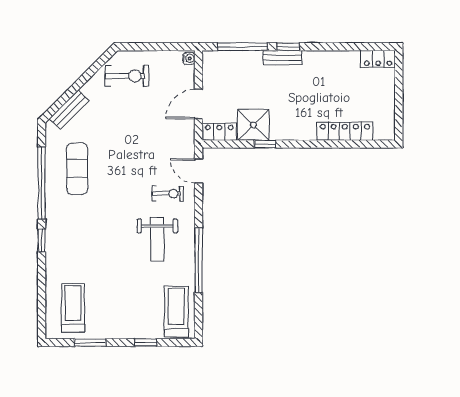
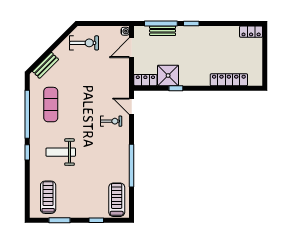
bench: (282, 58) -> (163, 31), moved
door: (199, 104) -> (132, 48), moved
weight bench: (157, 239) -> (61, 152), moved, turned 90

